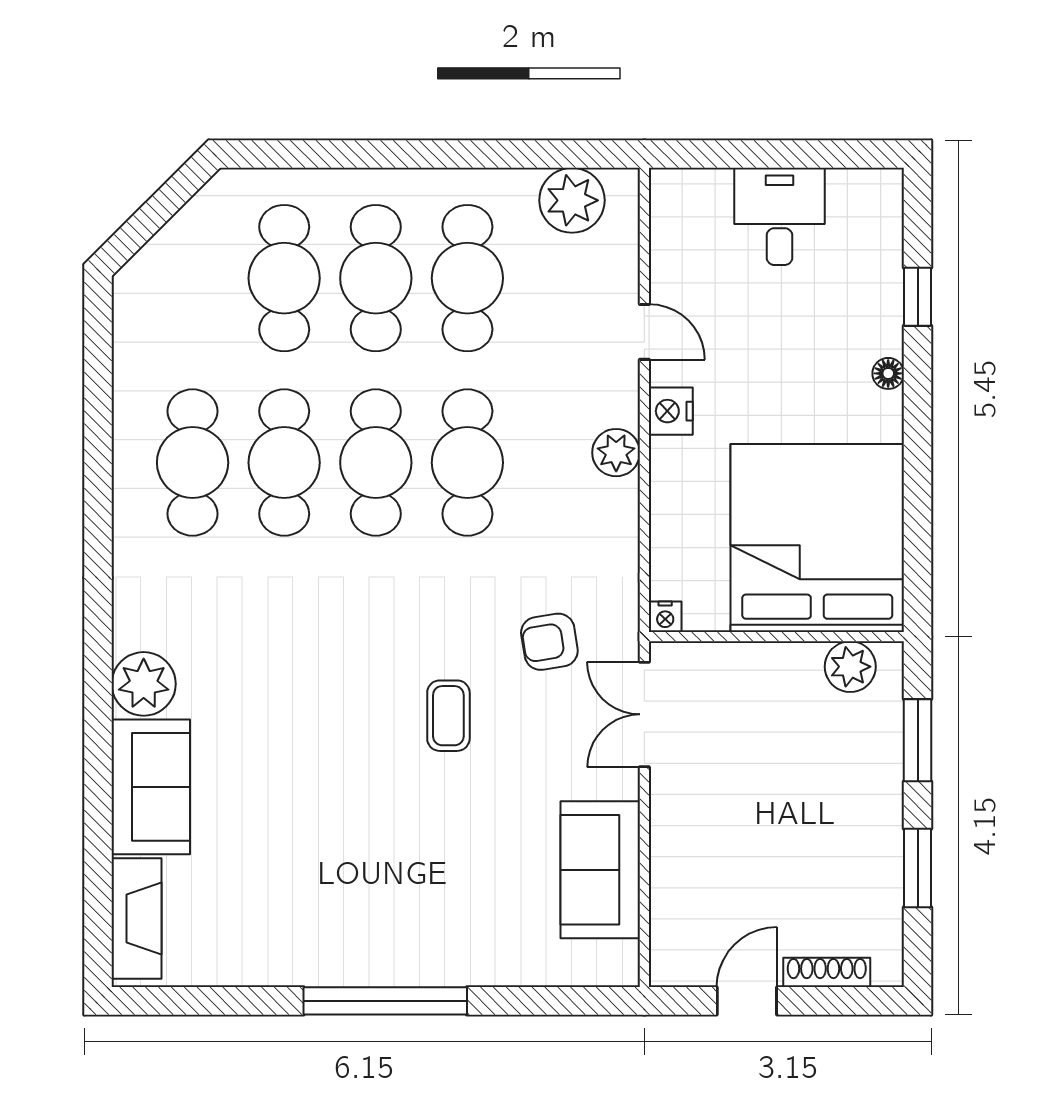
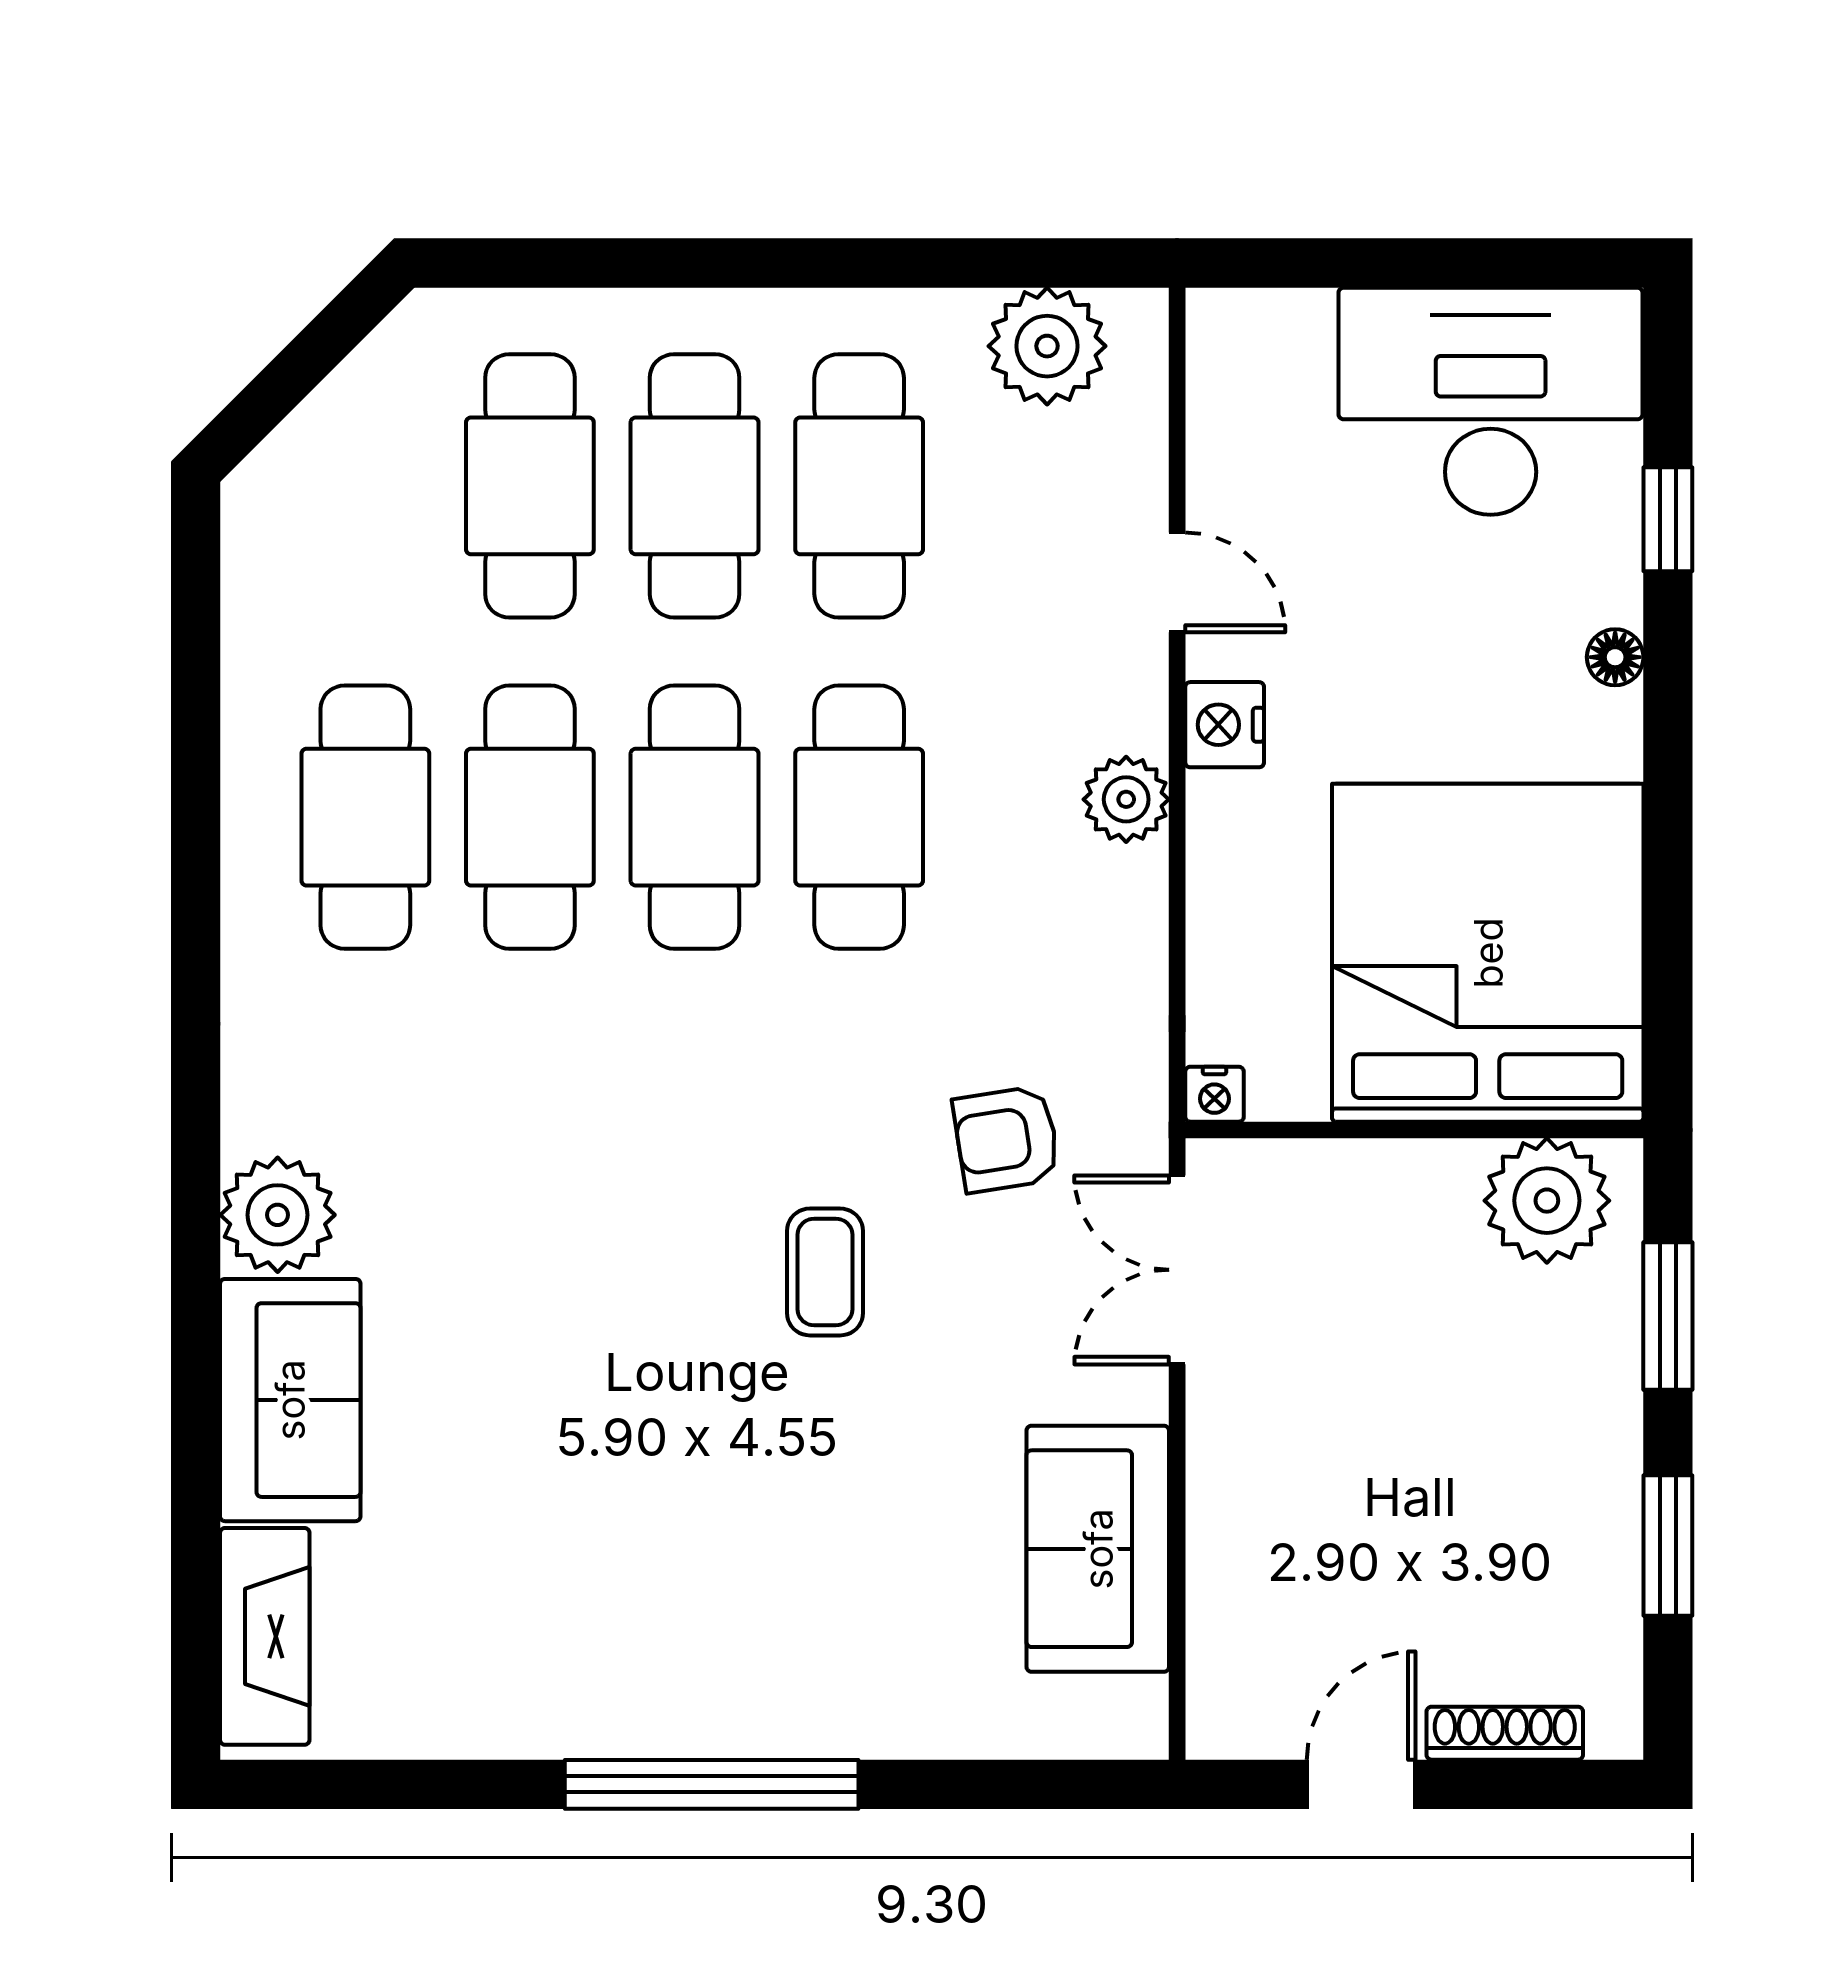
desk: (779, 216) -> (1491, 401), width x1.87, depth x1.30
plant: (850, 667) -> (1547, 1201), width x1.36, depth x1.36

